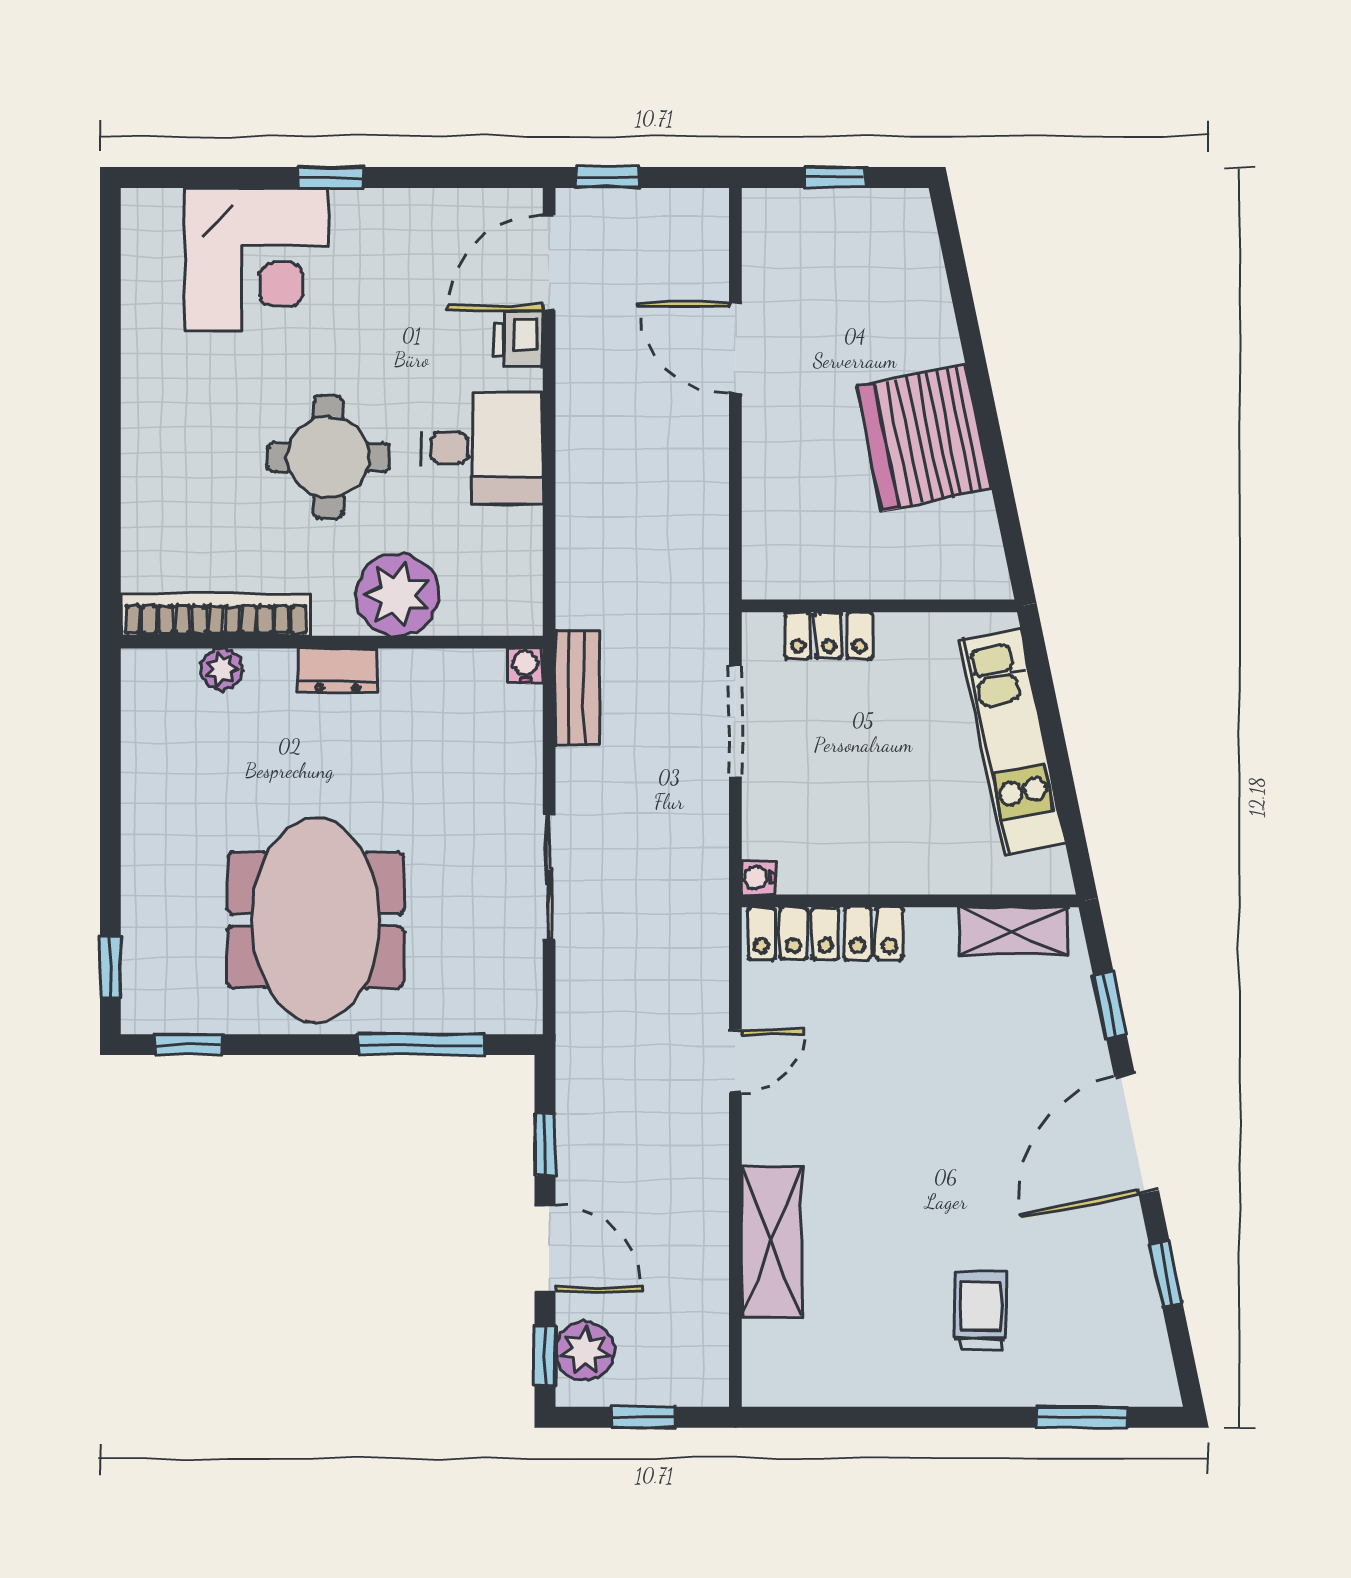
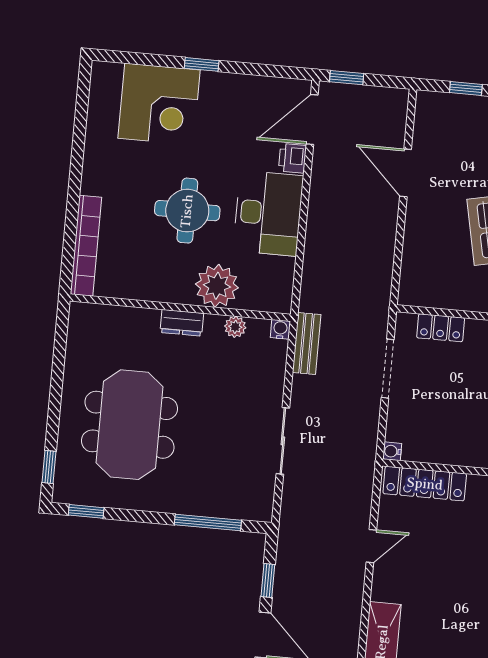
desk: (482, 448) -> (268, 213), width x1.37
bookcase: (216, 614) -> (86, 246), moved, turned 90
plant: (222, 669) -> (235, 327), moved
meeting table: (316, 920) -> (129, 425), moved

